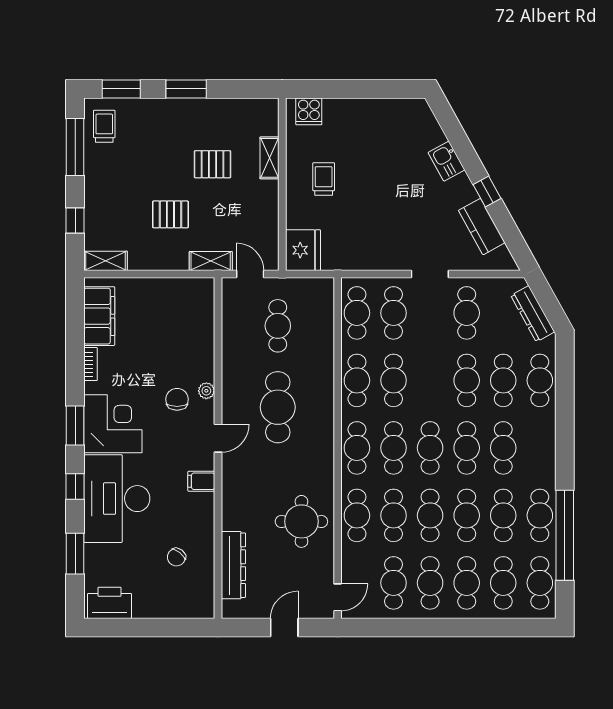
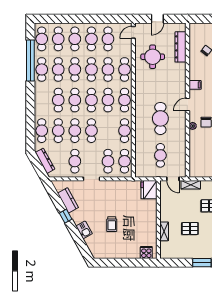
trolley: (324, 179) -> (112, 224), moved
cafe table: (394, 380) -> (91, 131), moved
round table: (301, 521) -> (153, 57), moved

